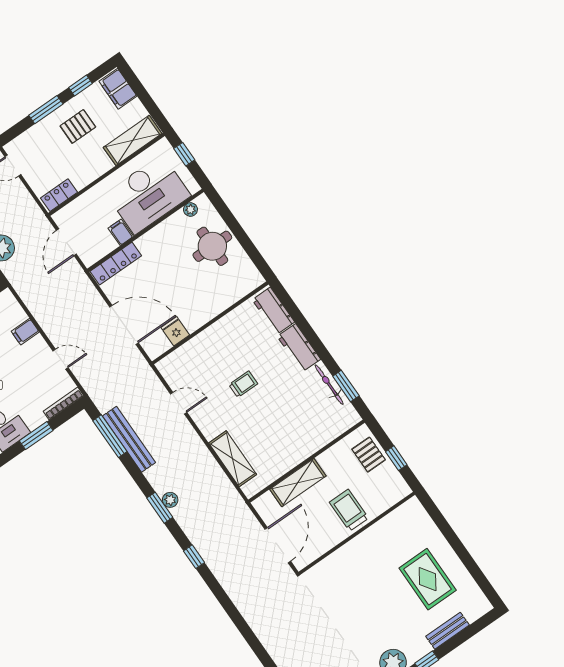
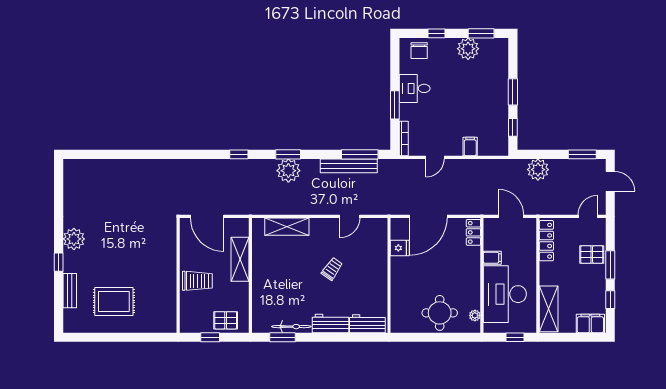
pallet: (78, 126) -> (592, 255), moved, turned 90
locker: (59, 195) -> (546, 241), width x1.53
locker: (116, 264) -> (473, 232), width x0.66
trolley: (243, 384) -> (332, 269), turned -145
plant: (170, 500) -> (288, 171), width x1.88, depth x1.88

